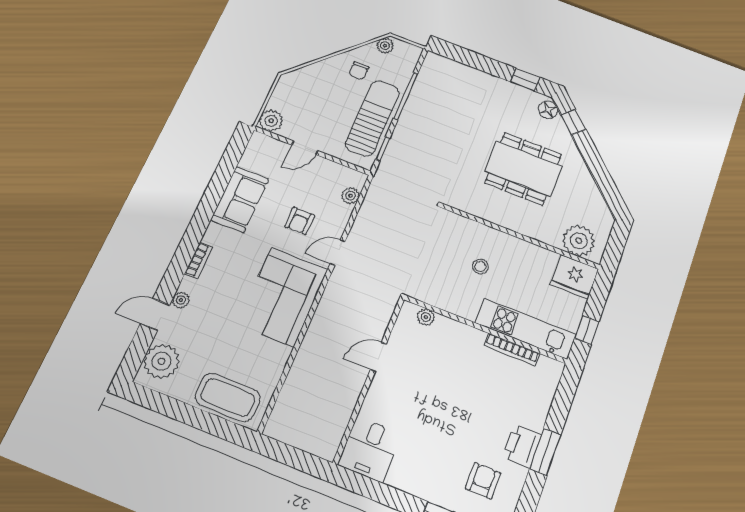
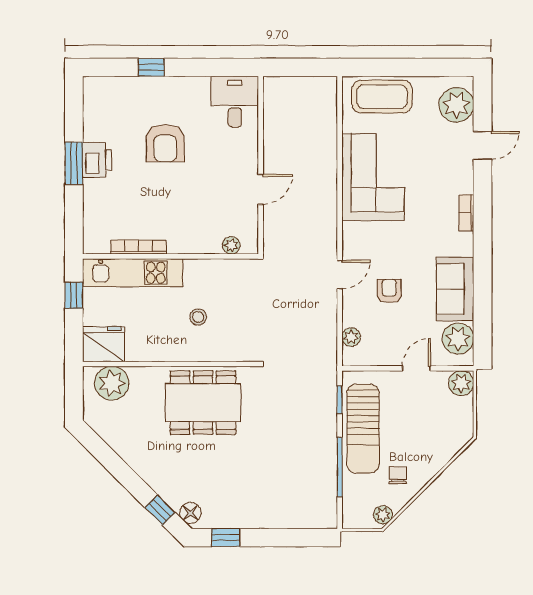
dining table: (523, 169) -> (203, 403), moved
corner sofa: (283, 297) -> (373, 177), moved
plant: (181, 300) -> (458, 339), moved, width x1.88, depth x1.88
armchair: (483, 481) -> (165, 143), moved, width x1.38, depth x1.38

